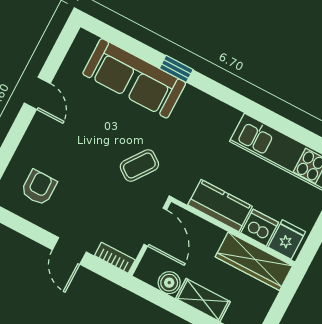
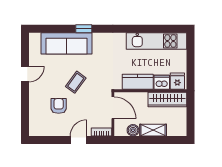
door: (37, 93) -> (25, 74), hinge flipped
coffee table: (139, 165) -> (76, 82), moved
armchair: (39, 188) -> (59, 106), moved
door: (69, 251) -> (79, 140), swing flipped

